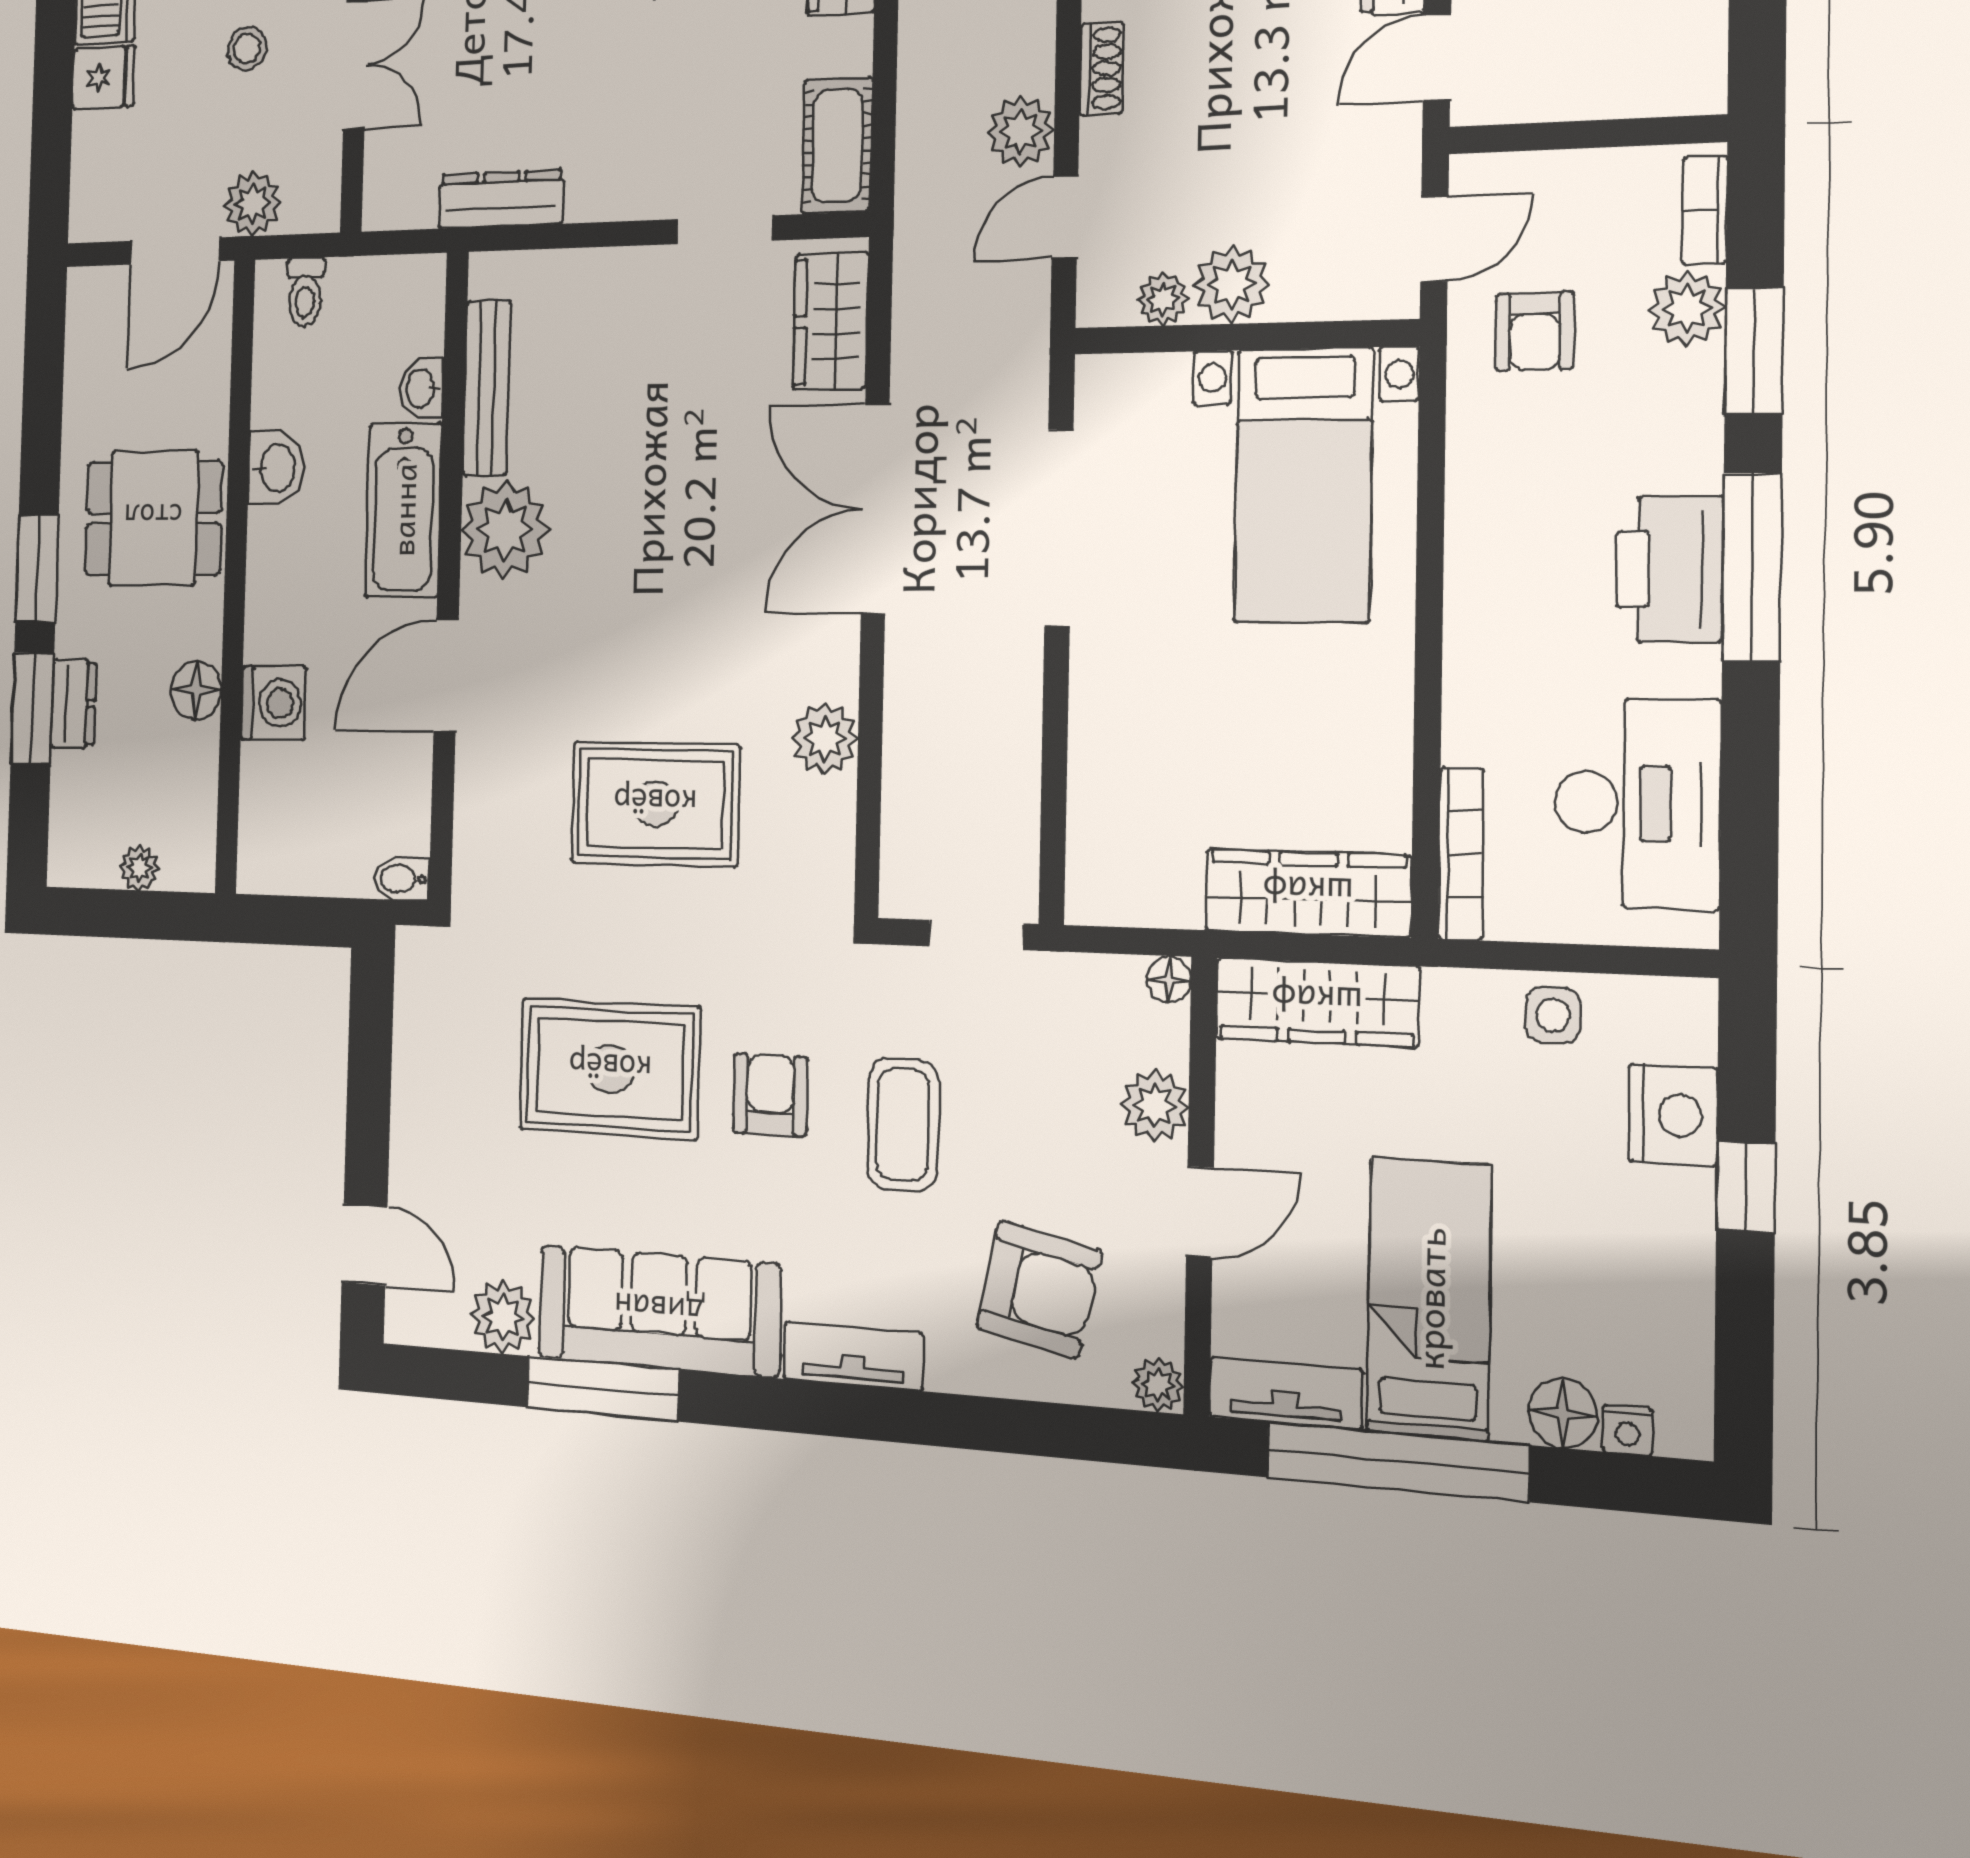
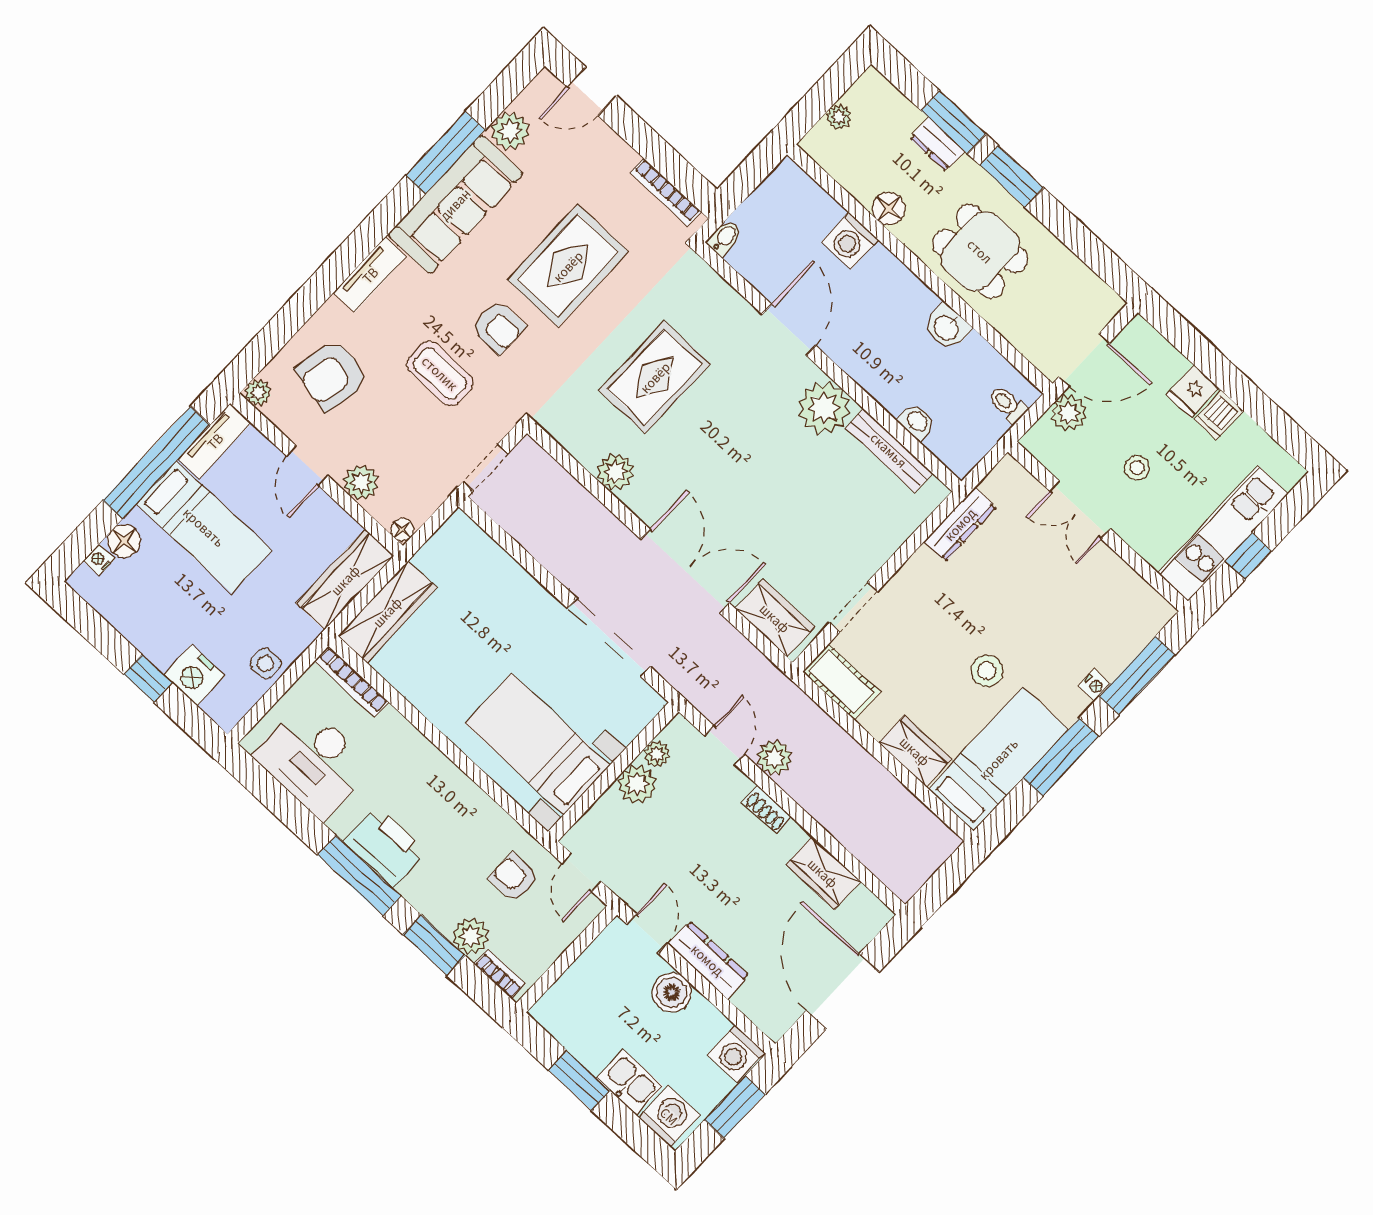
door: (175, 251) -> (1084, 360), swing flipped
bathtub: (403, 510) -> (874, 370), removed
dining table: (153, 518) -> (980, 251), turned 90
bookcase: (409, 1017) -> (666, 192), added

